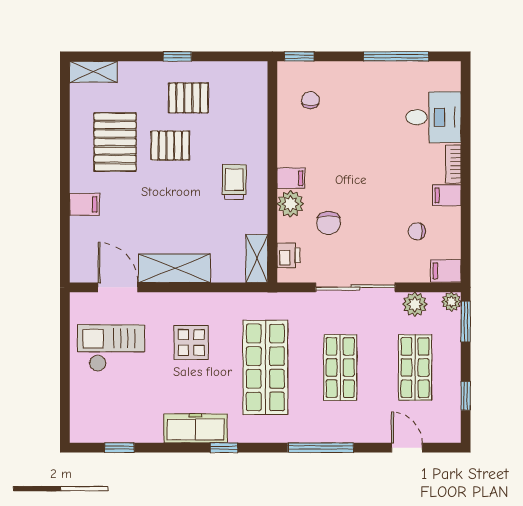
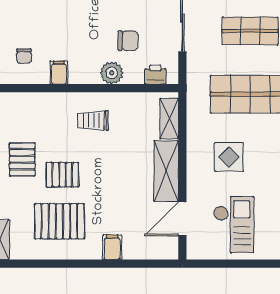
chair: (310, 100) -> (24, 56), turned -90
pallet: (170, 145) -> (62, 175), turned 90
filing cabinet: (291, 178) -> (59, 73), moved
shelving: (257, 259) -> (169, 119), moved, turned 90
checkout: (111, 348) -> (234, 225), turned 180

